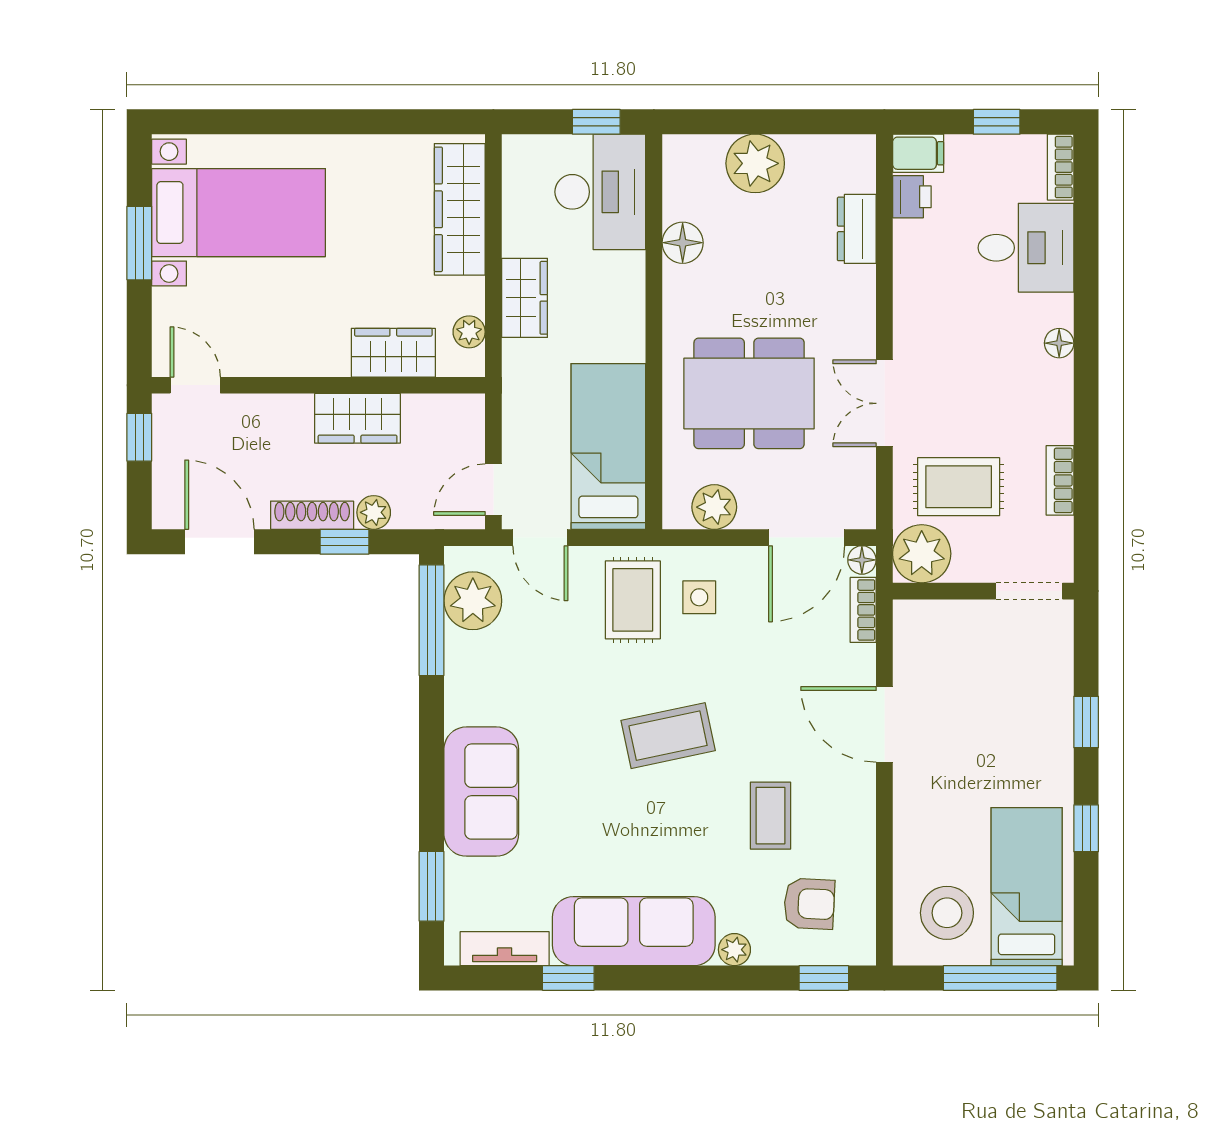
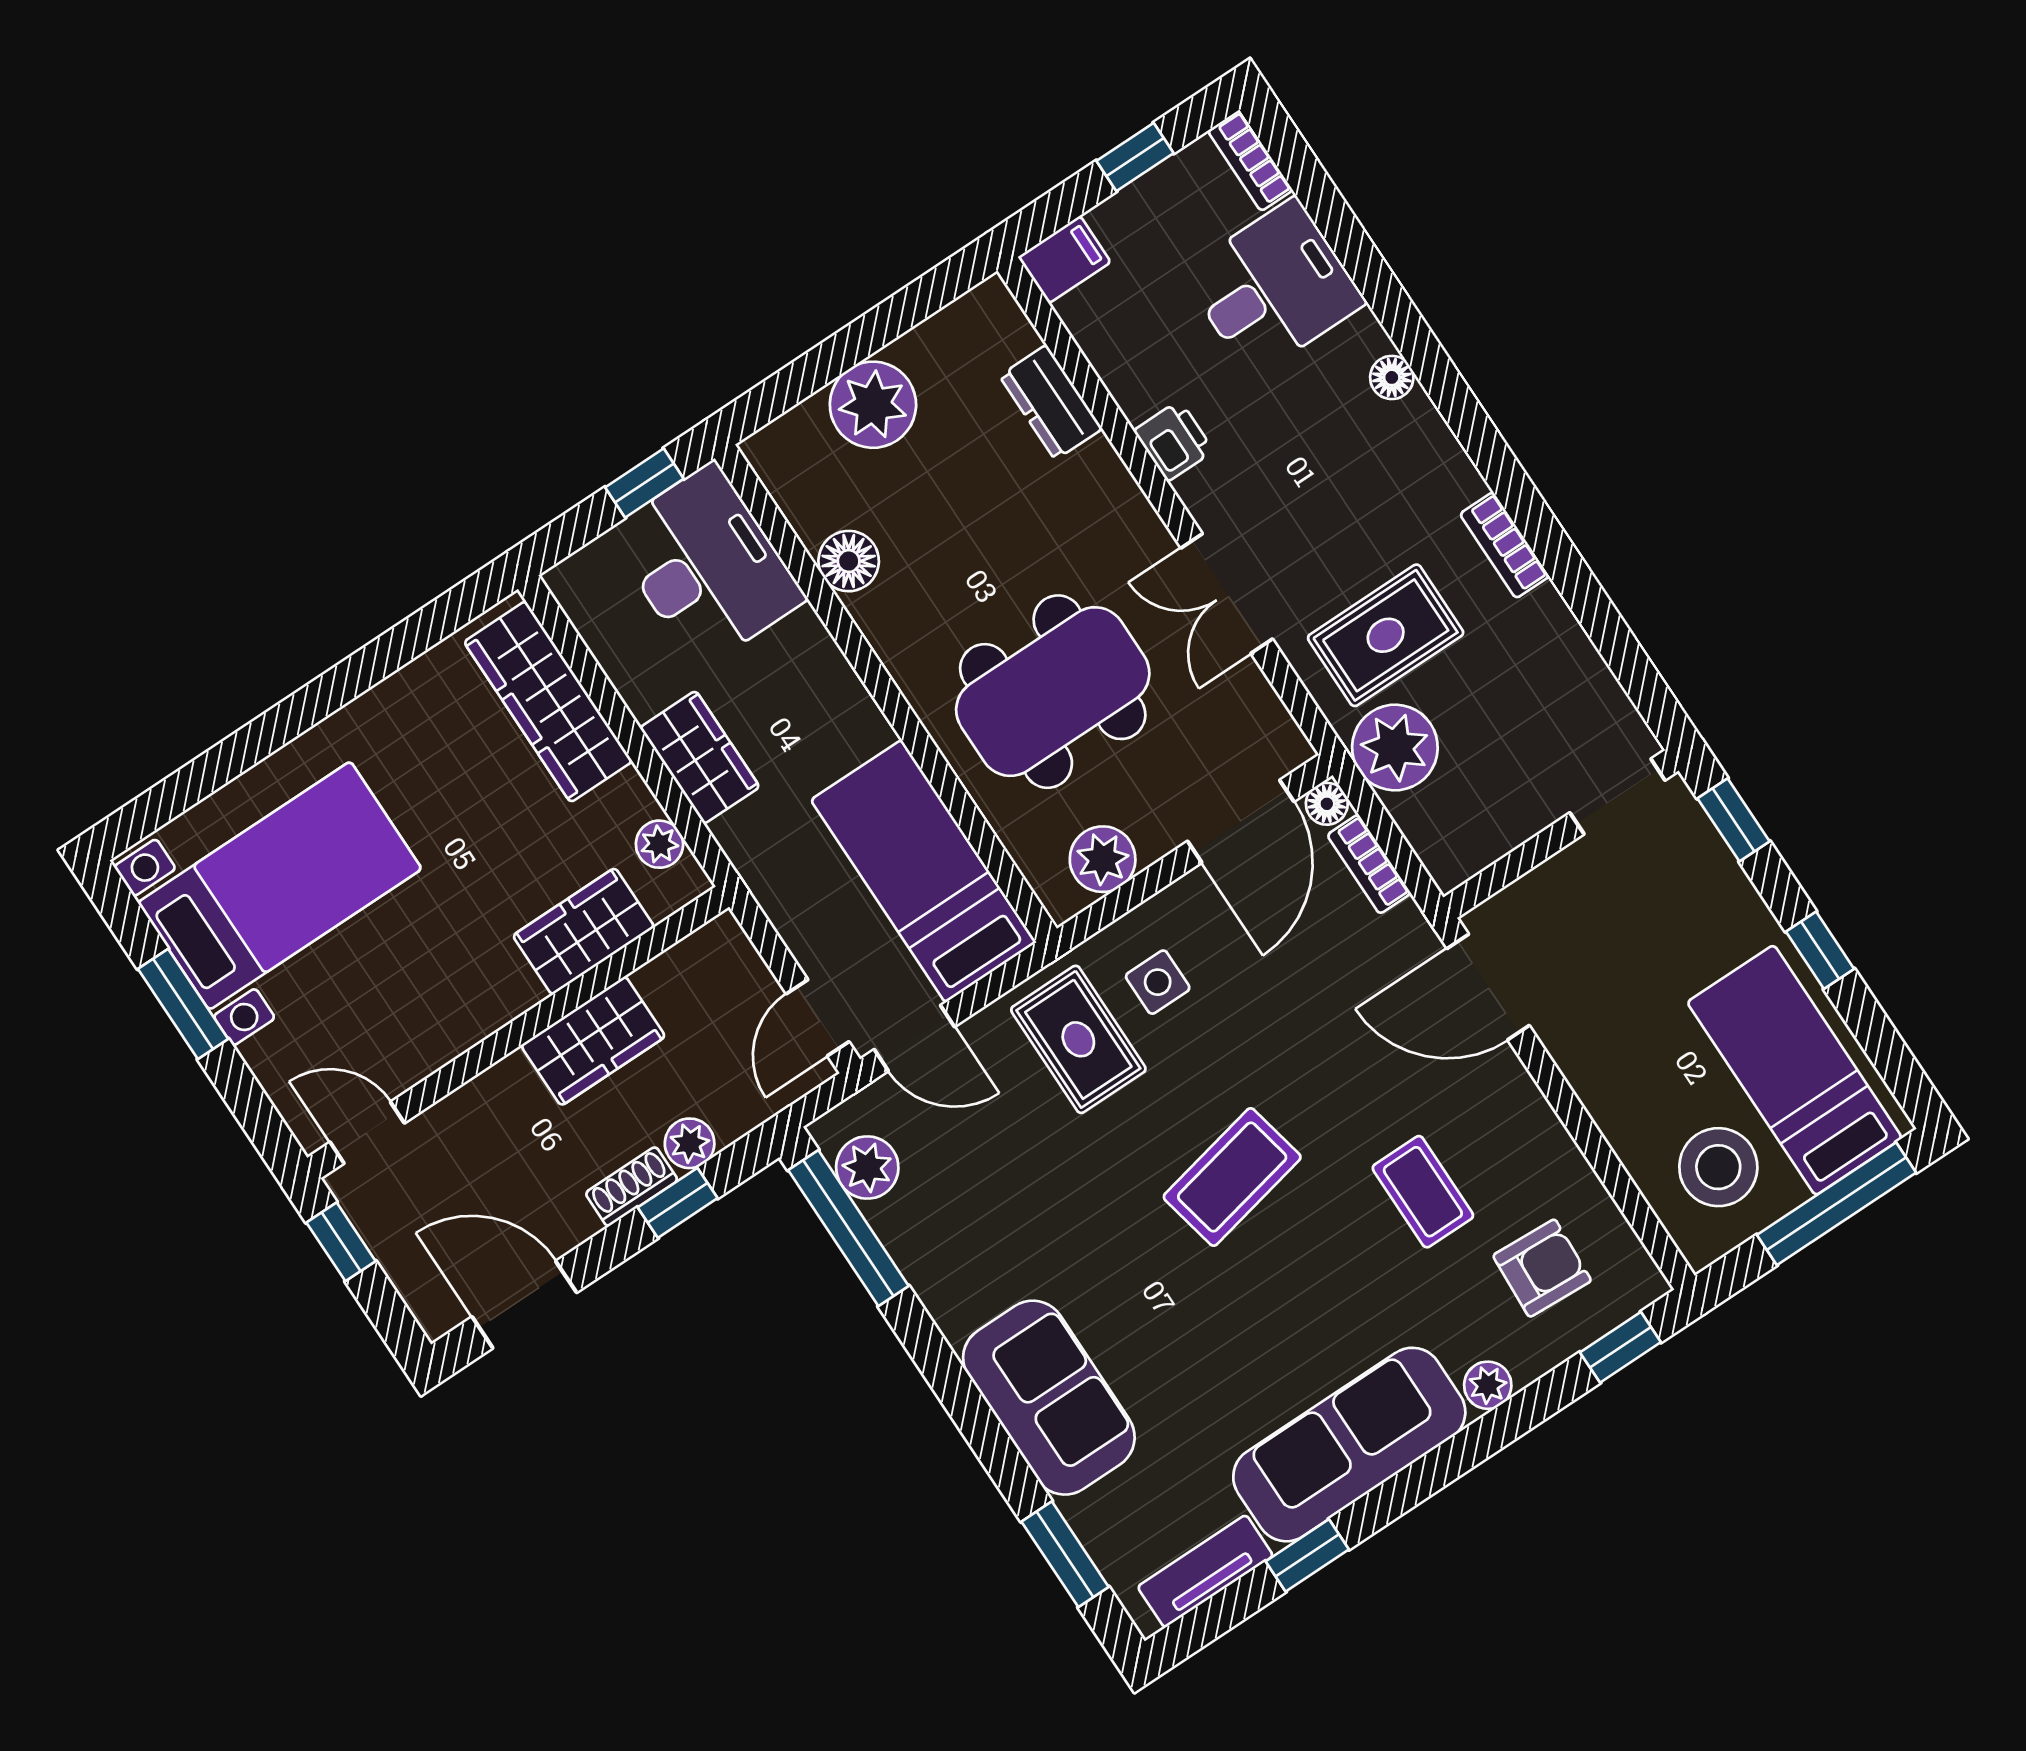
printer: (912, 197) -> (1174, 441), moved
shoe rack: (312, 515) -> (632, 1187), width x0.70
wall: (983, 591) -> (1561, 834), moved
doorway: (1029, 591) -> (1617, 797), moved
plant: (473, 601) -> (867, 1168), width x0.73, depth x0.73

